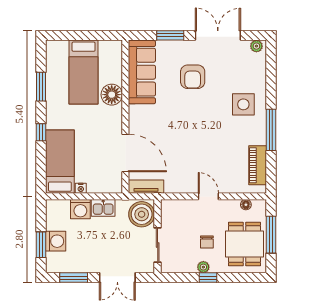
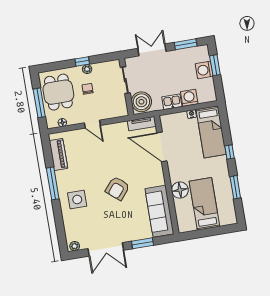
armchair: (193, 77) -> (117, 188), moved, turned -140

